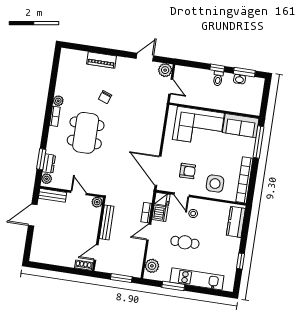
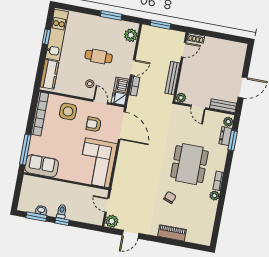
corner sofa: (198, 126) -> (97, 163), moved, turned -90
kitchen unit: (197, 279) -> (57, 35), moved, turned -90

